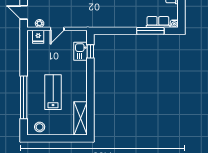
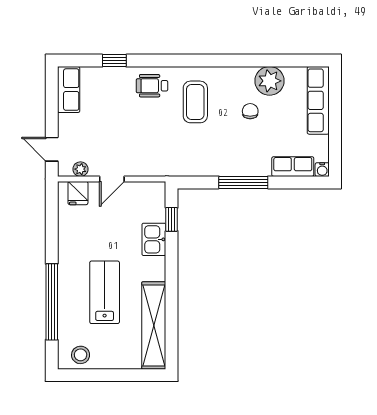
window: (150, 31) -> (243, 182), moved
kitchen sink: (80, 51) -> (154, 239), moved
shelving: (80, 118) -> (154, 326), width x1.47

